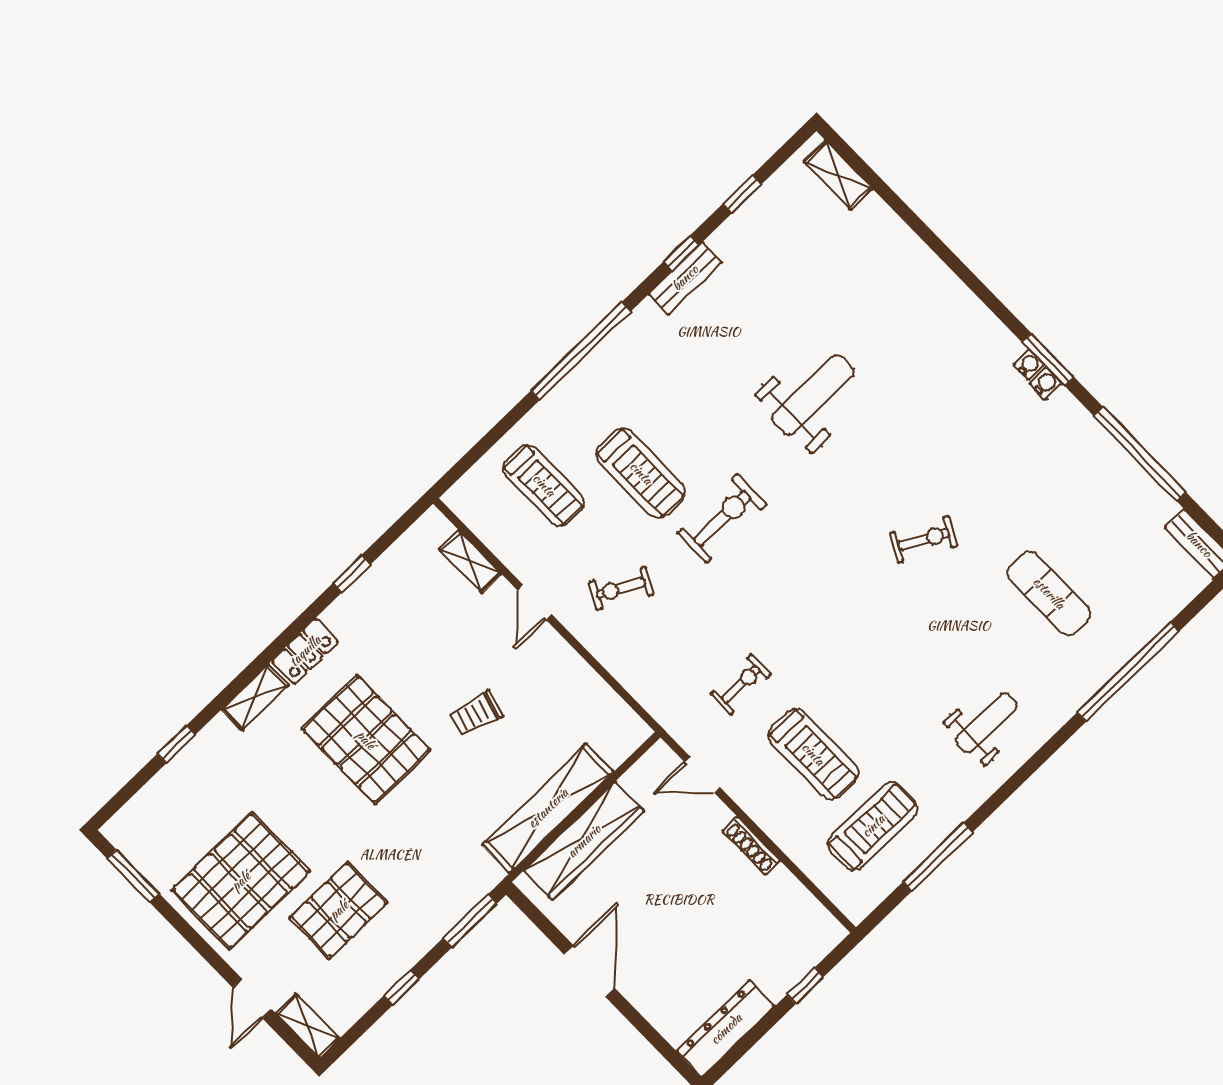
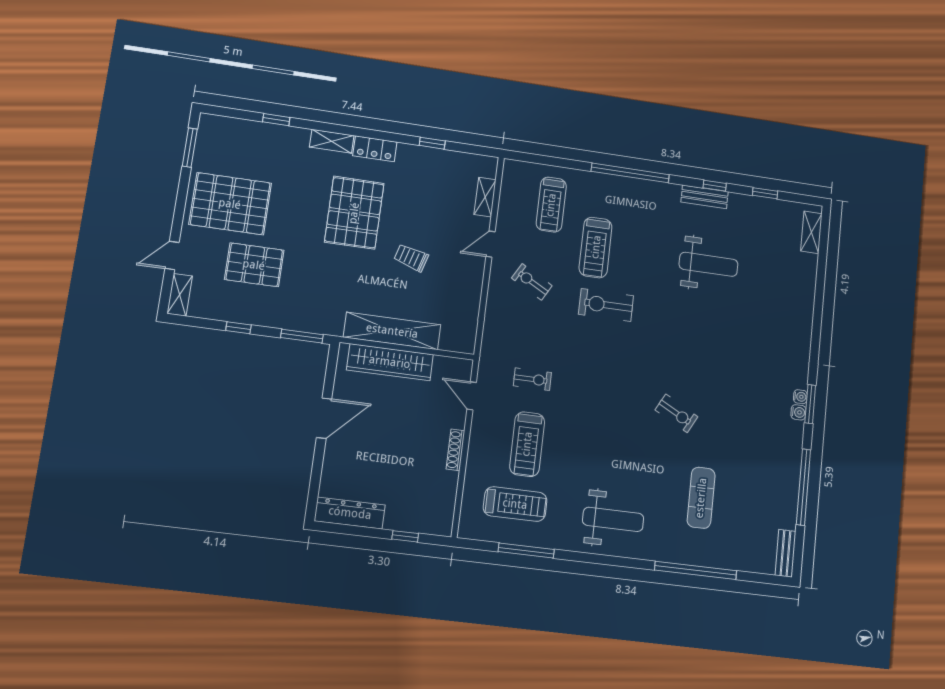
weight bench: (813, 395) -> (709, 264), moved
exercise bike: (722, 518) -> (606, 305), turned 180
weight bench: (986, 723) -> (613, 519), width x1.36, depth x1.33

